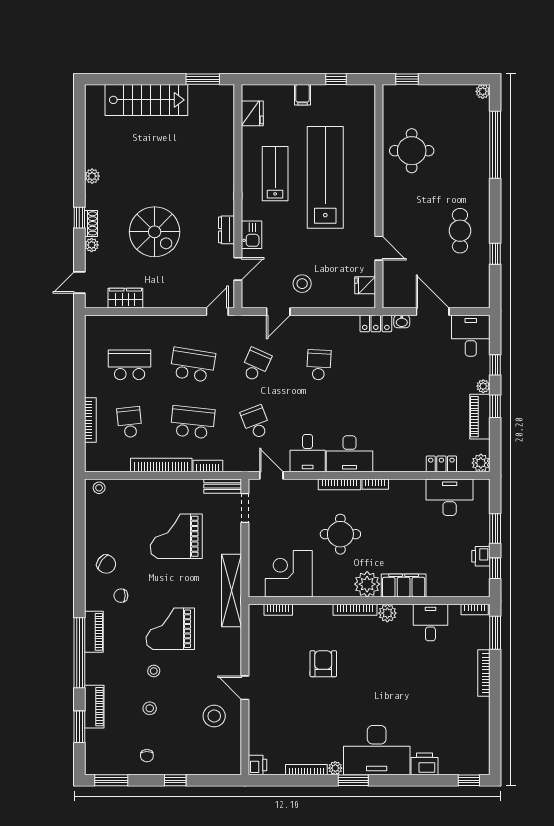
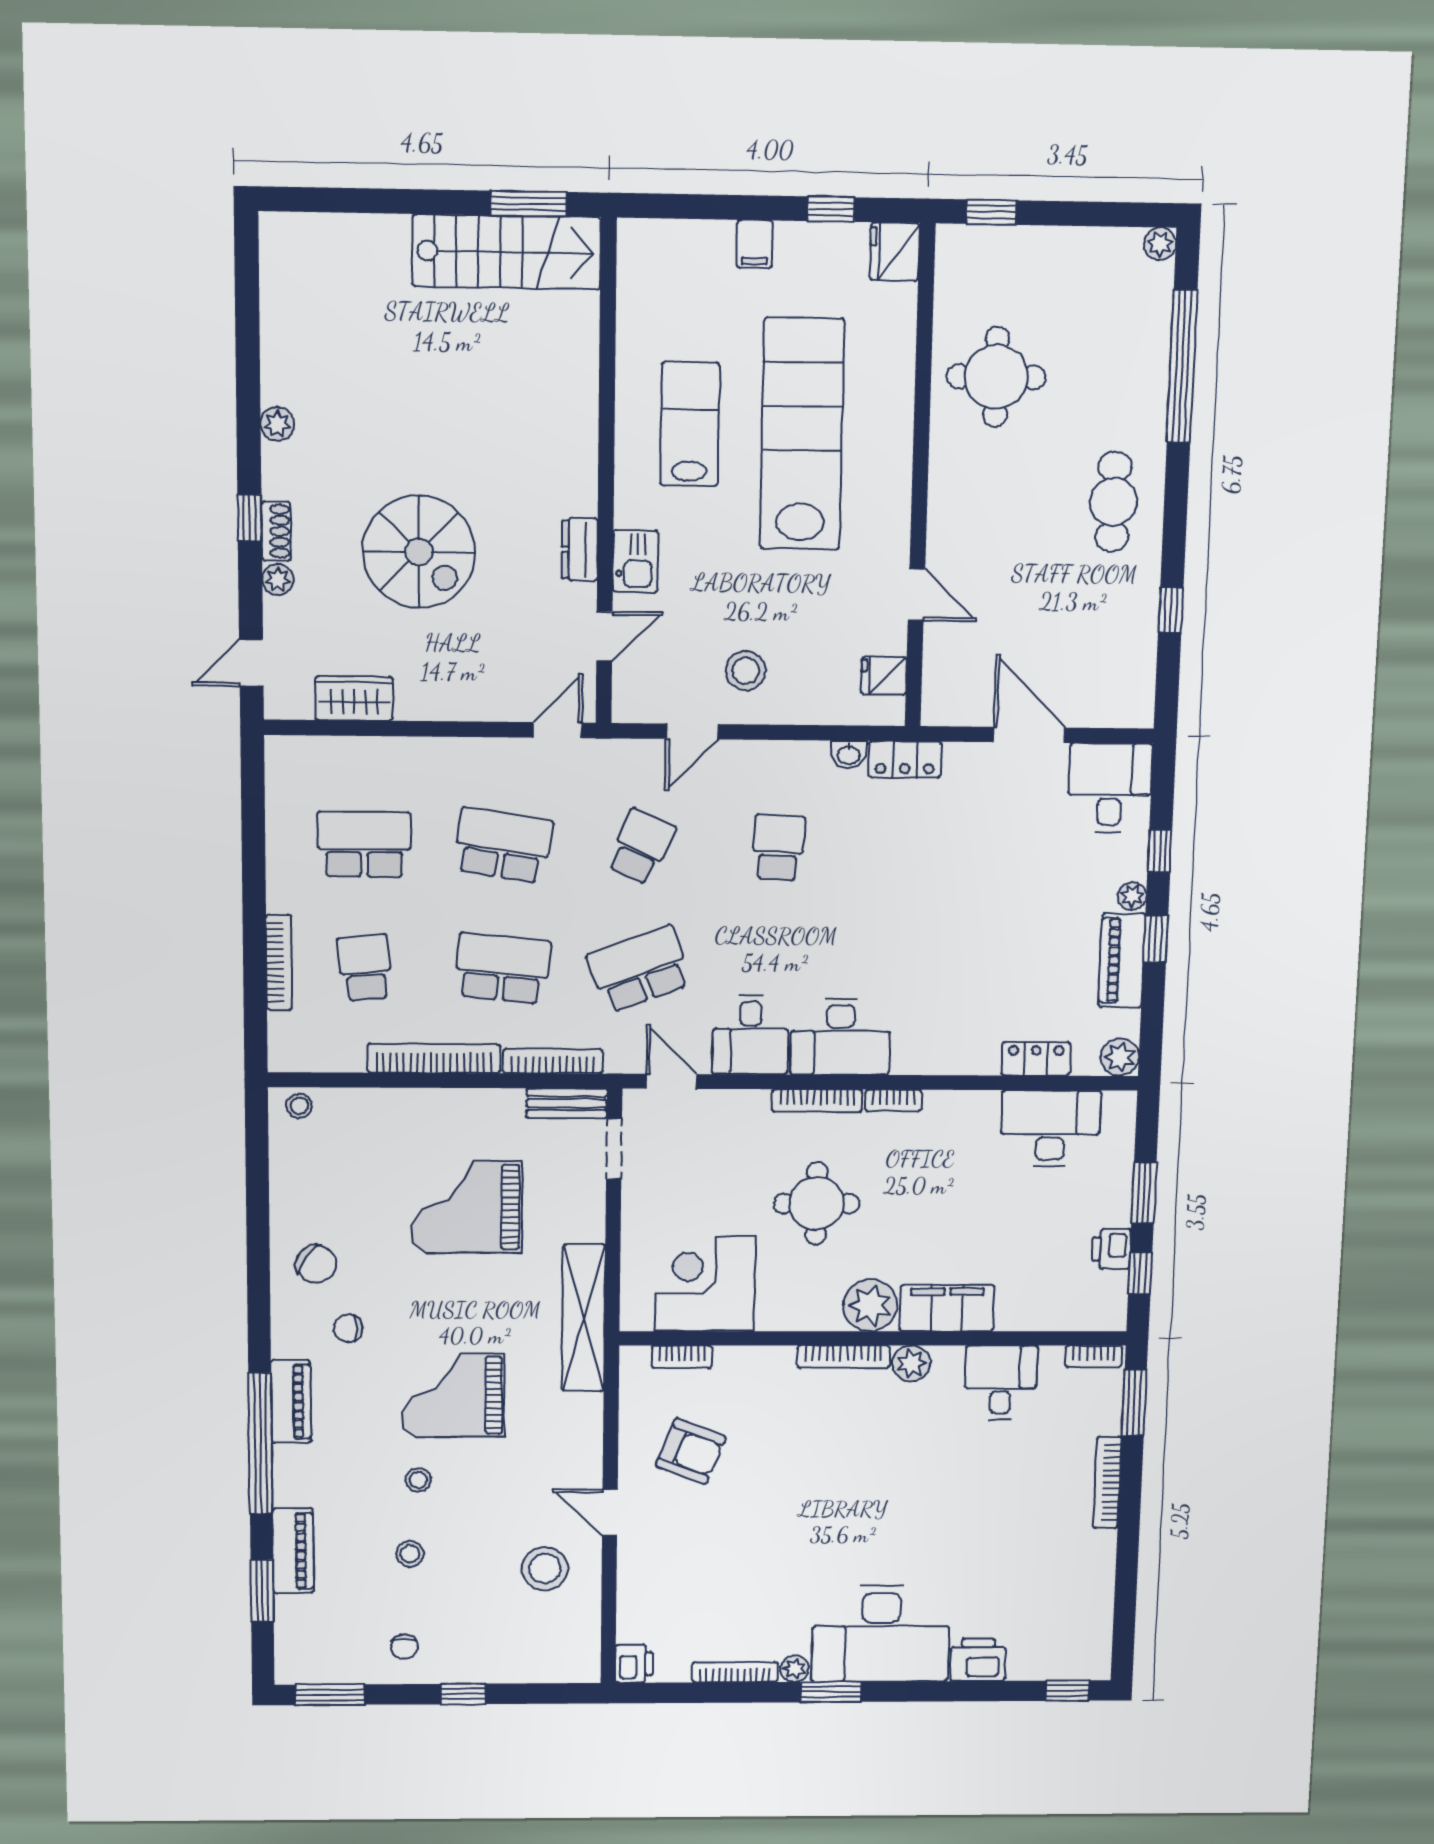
stairs: (146, 100) -> (506, 252), moved
fridge: (252, 113) -> (895, 252), moved, turned 180
cafe table: (460, 231) -> (1113, 502), moved
washbasin: (402, 321) -> (849, 755), moved
school desk: (256, 422) -> (639, 969), width x1.85
bookcase: (208, 466) -> (553, 1061), width x1.56
armchair: (323, 664) -> (691, 1451), moved, turned 112

